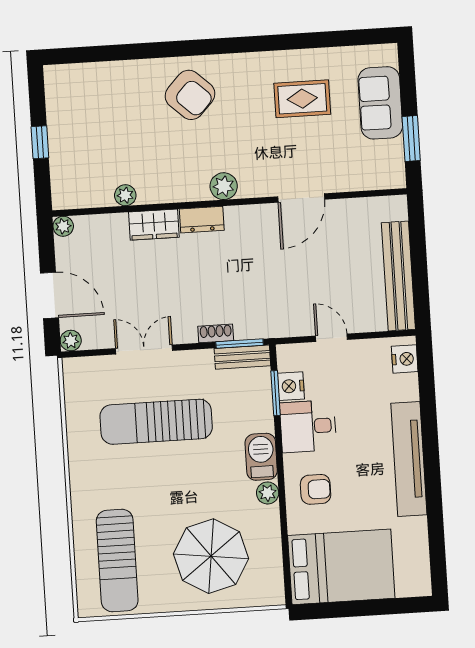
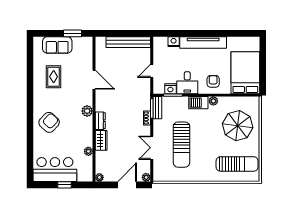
bar counter: (76, 116) -> (55, 170), added
nightstand: (405, 359) -> (174, 42), moved

